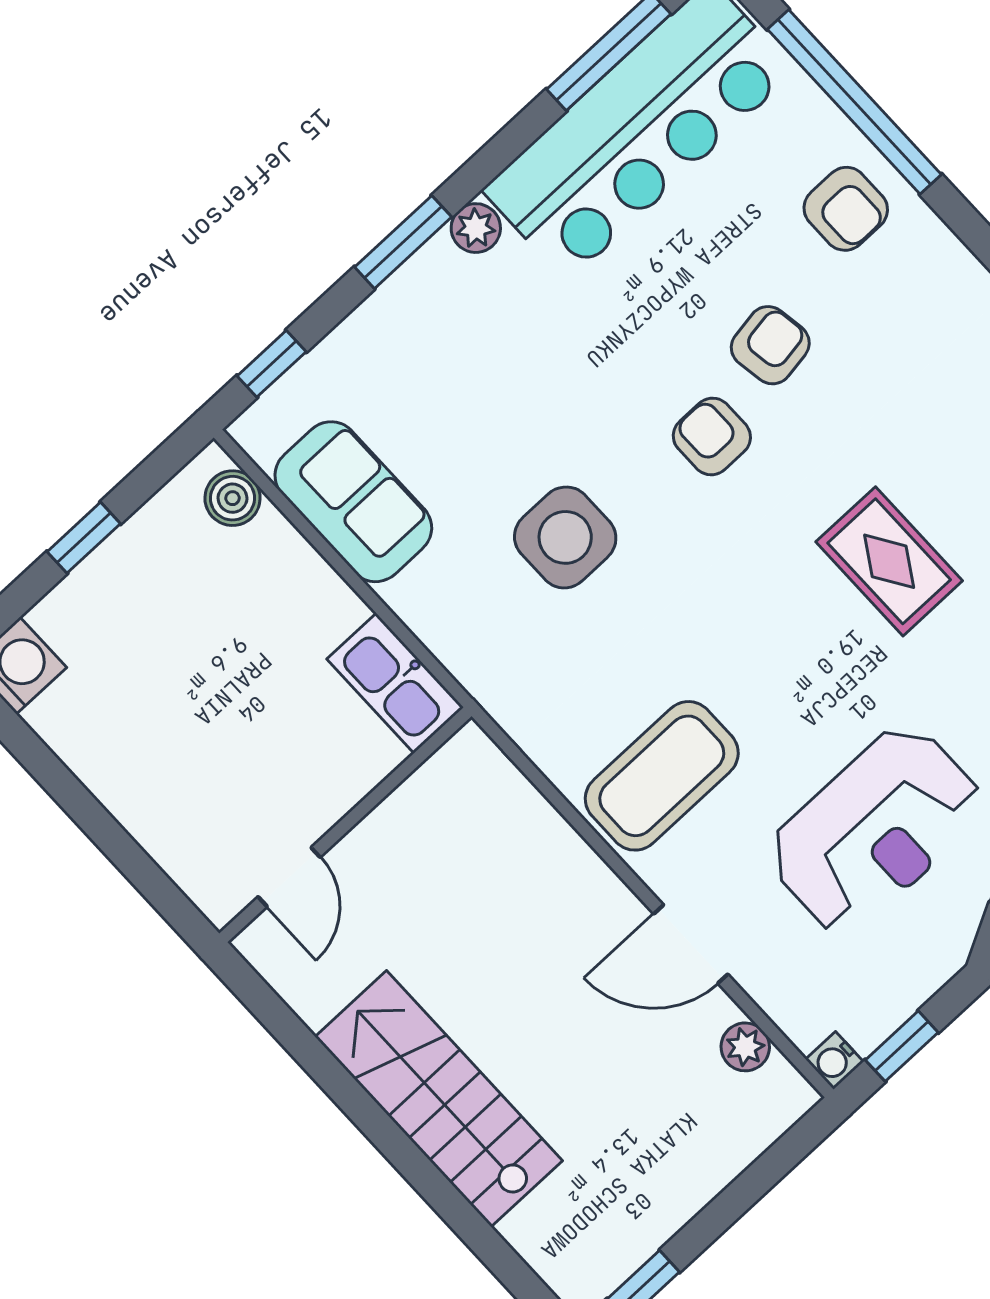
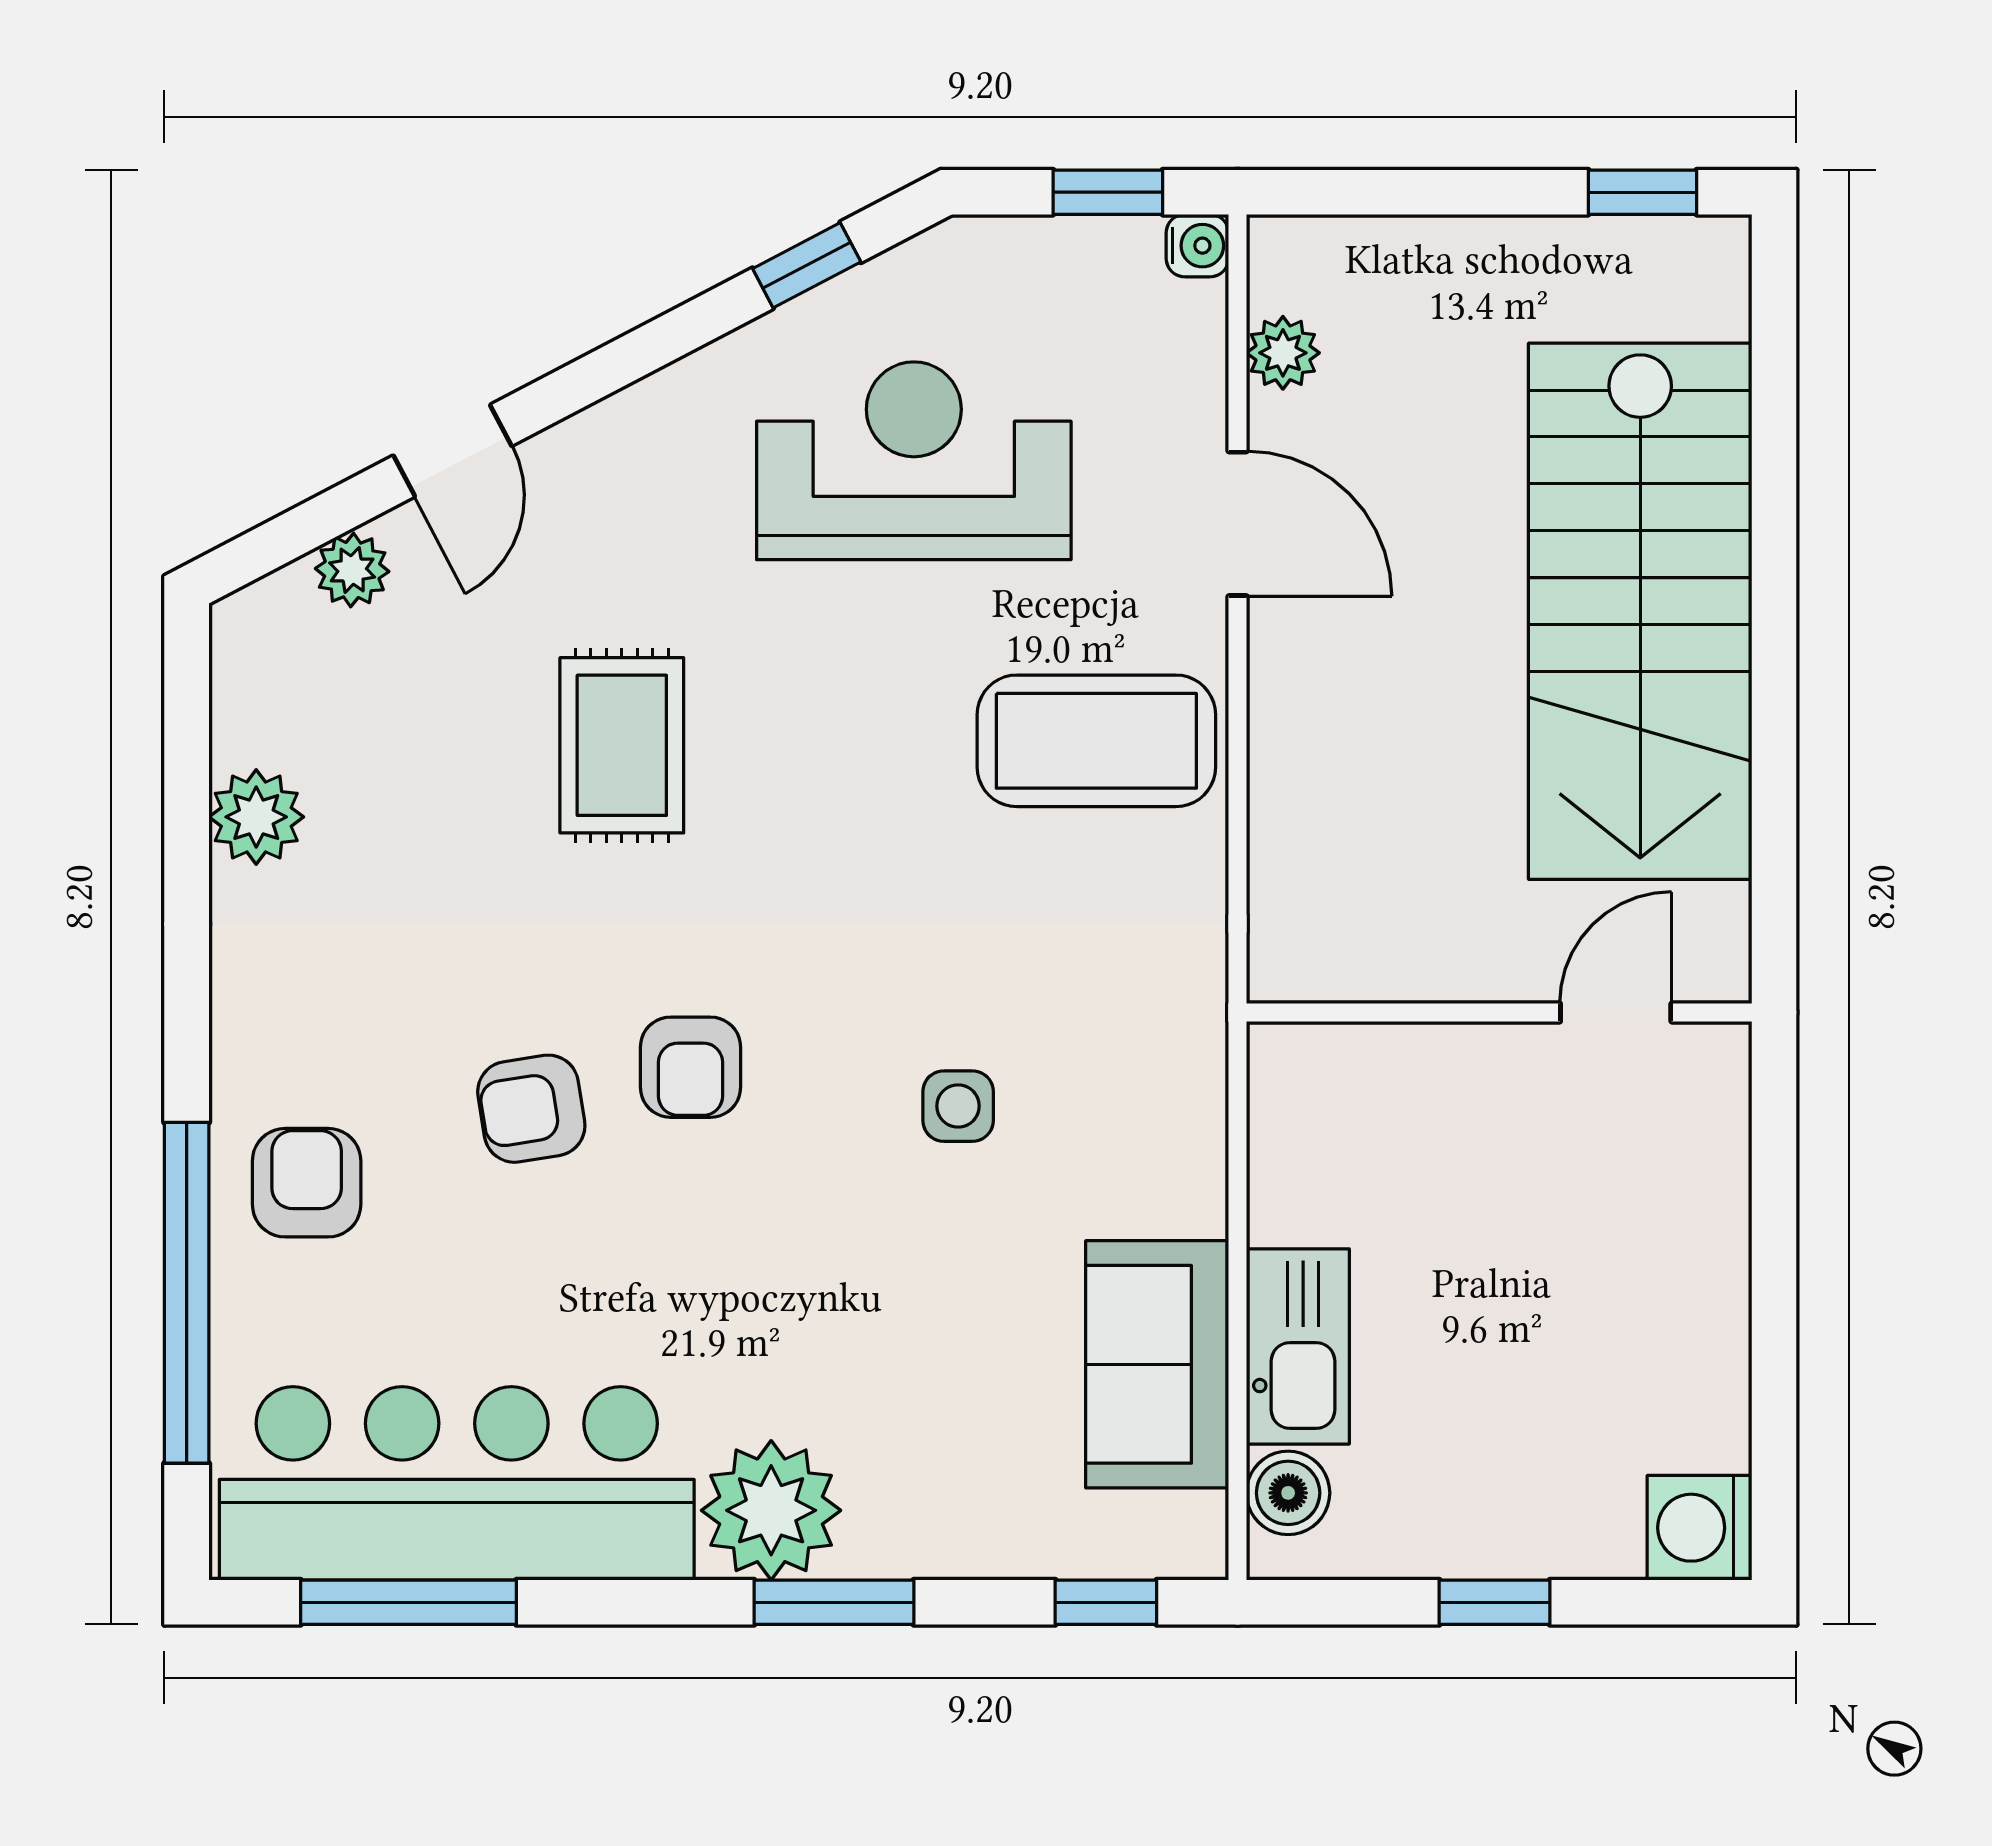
plant: (476, 228) -> (771, 1510), width x1.87, depth x1.87
side table: (565, 537) -> (958, 1106), width x0.54, depth x0.54
kitchen sink: (395, 683) -> (1298, 1346), moved
stairs: (439, 1099) -> (1640, 611), width x1.36, depth x1.51

